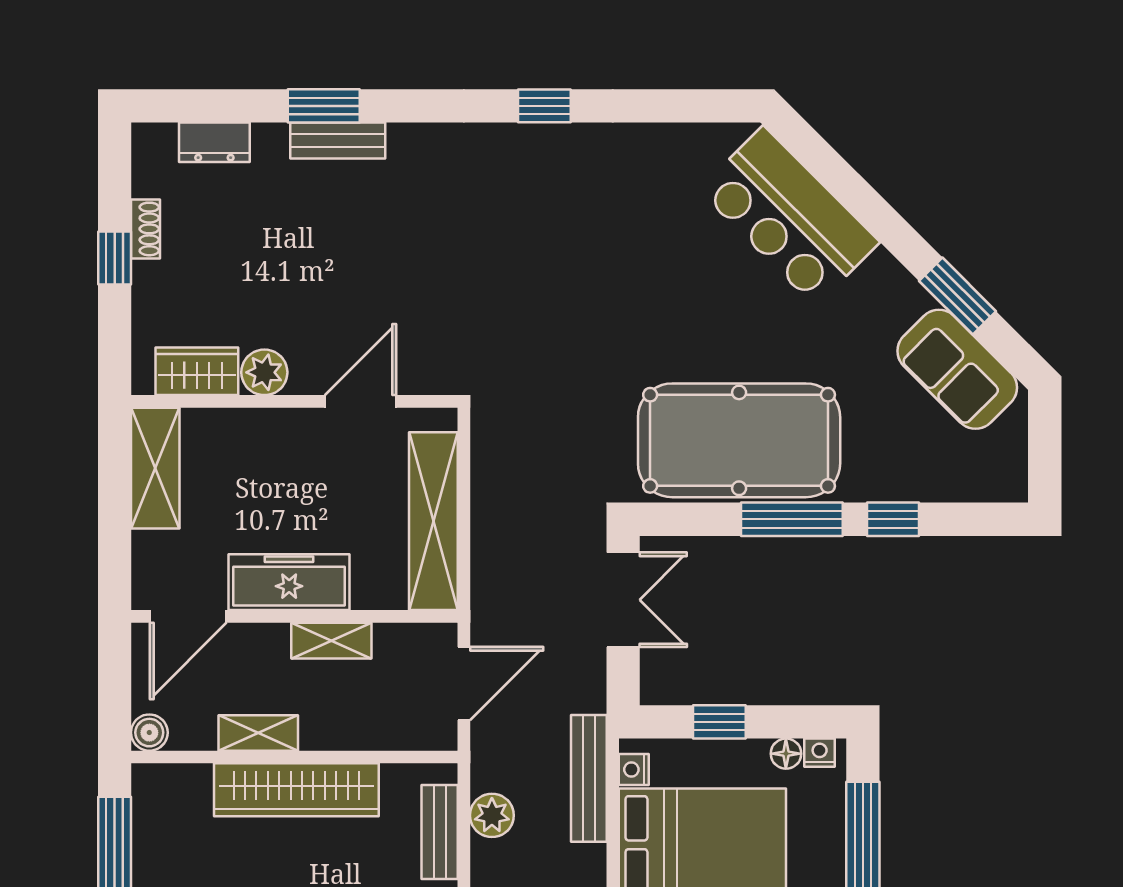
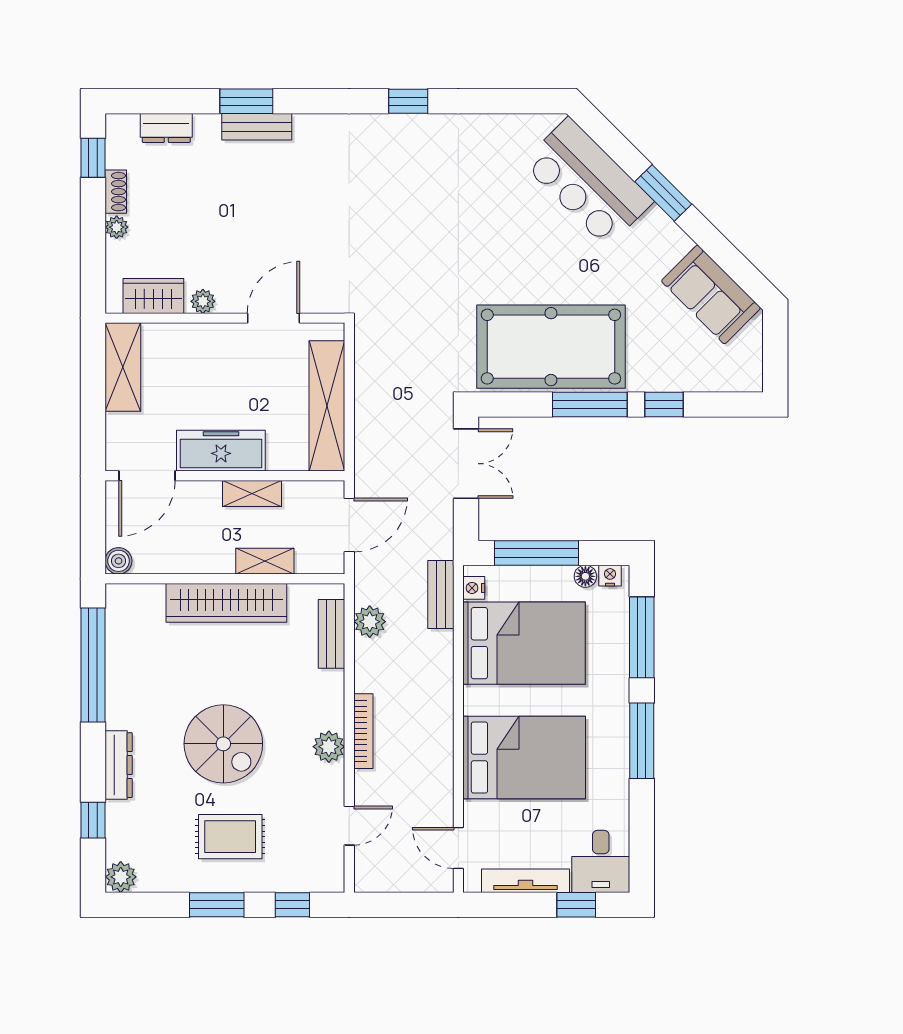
window: (115, 258) -> (93, 158), moved
plant: (147, 278) -> (117, 227), added
window: (958, 296) -> (663, 193), moved
plant: (264, 372) -> (203, 301), width x0.73, depth x0.73
window: (719, 722) -> (537, 553), width x2.17
shelving: (258, 733) -> (265, 561), moved
bench: (589, 778) -> (441, 594), width x0.73

